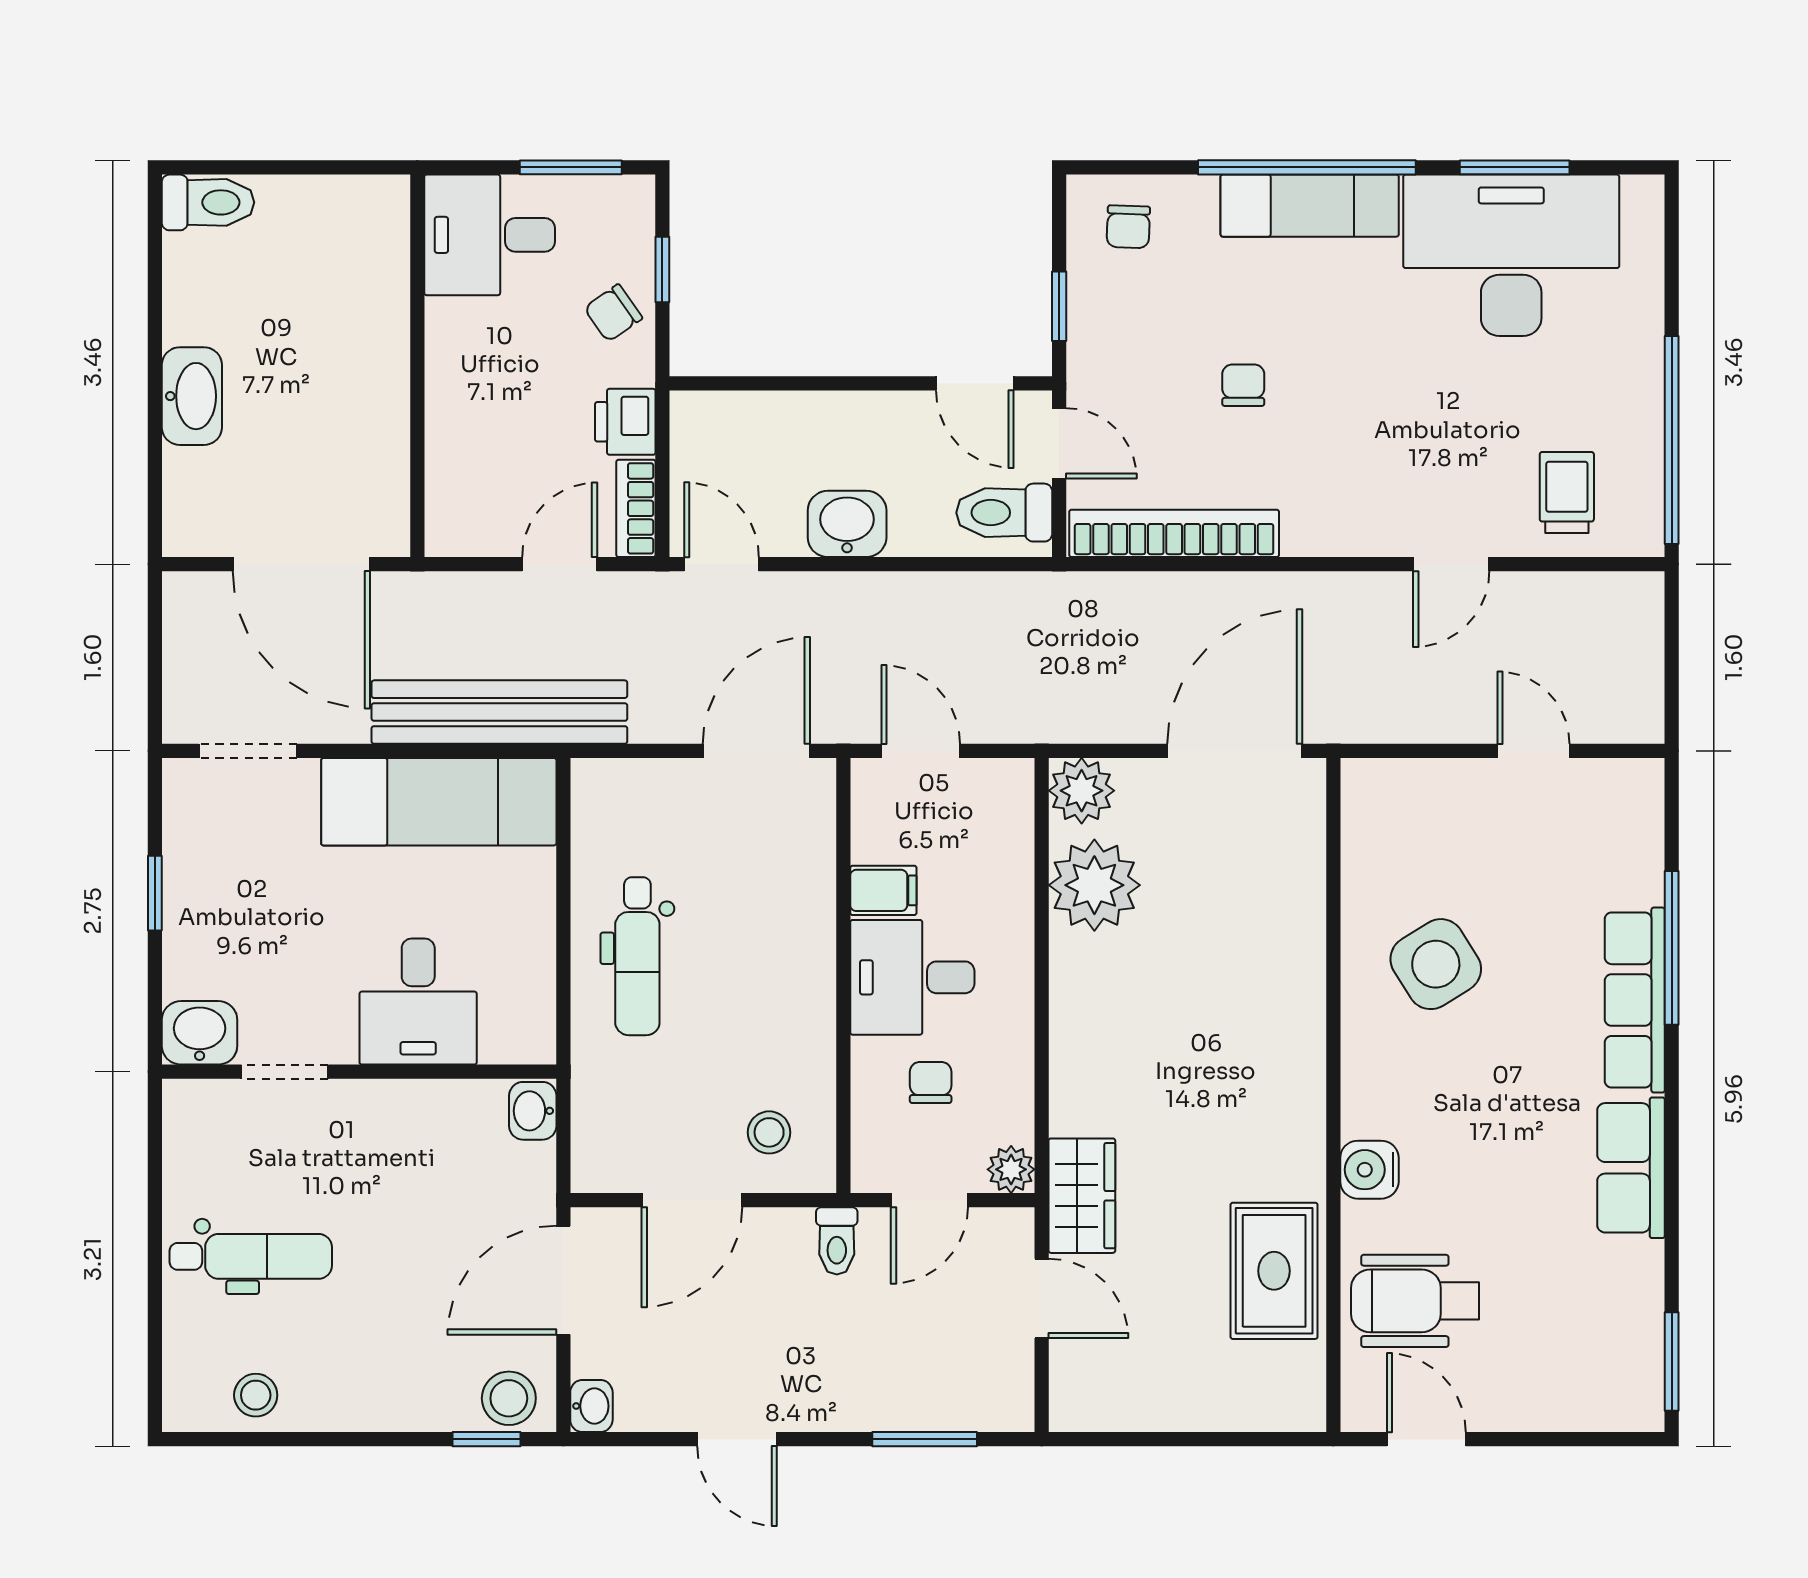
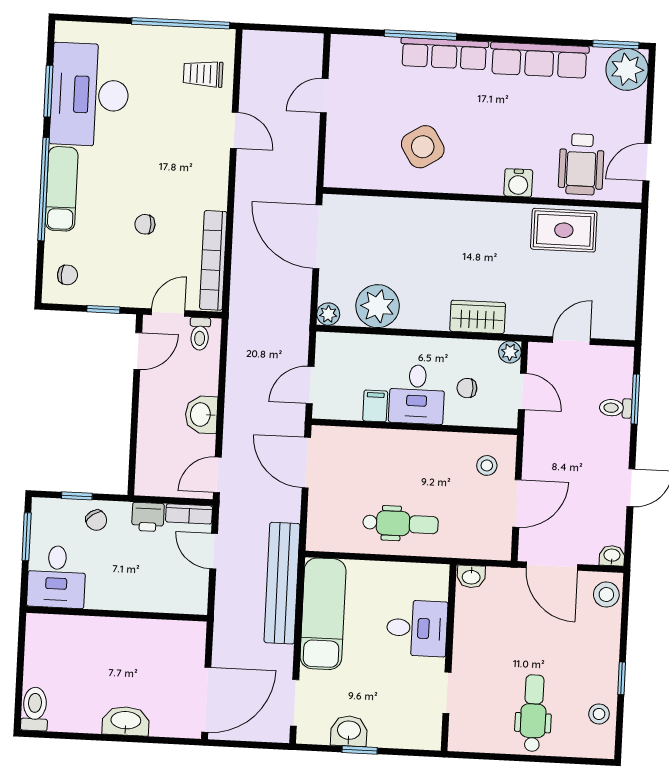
toilet: (1004, 513) -> (200, 334), width x0.73, depth x0.72
door: (301, 564) -> (206, 700), moved
plant: (1082, 791) -> (328, 314), width x0.73, depth x0.73
washbasin: (200, 1033) -> (349, 731), moved, turned 90
row of seats: (1631, 1168) -> (539, 60), width x1.48
wardrobe: (1082, 1196) -> (478, 317), moved
door: (692, 1200) -> (517, 503), hinge flipped
toilet: (837, 1241) -> (616, 408), moved, turned 180
plant: (1620, 1388) -> (627, 69), added
window: (486, 1439) -> (622, 678), moved

